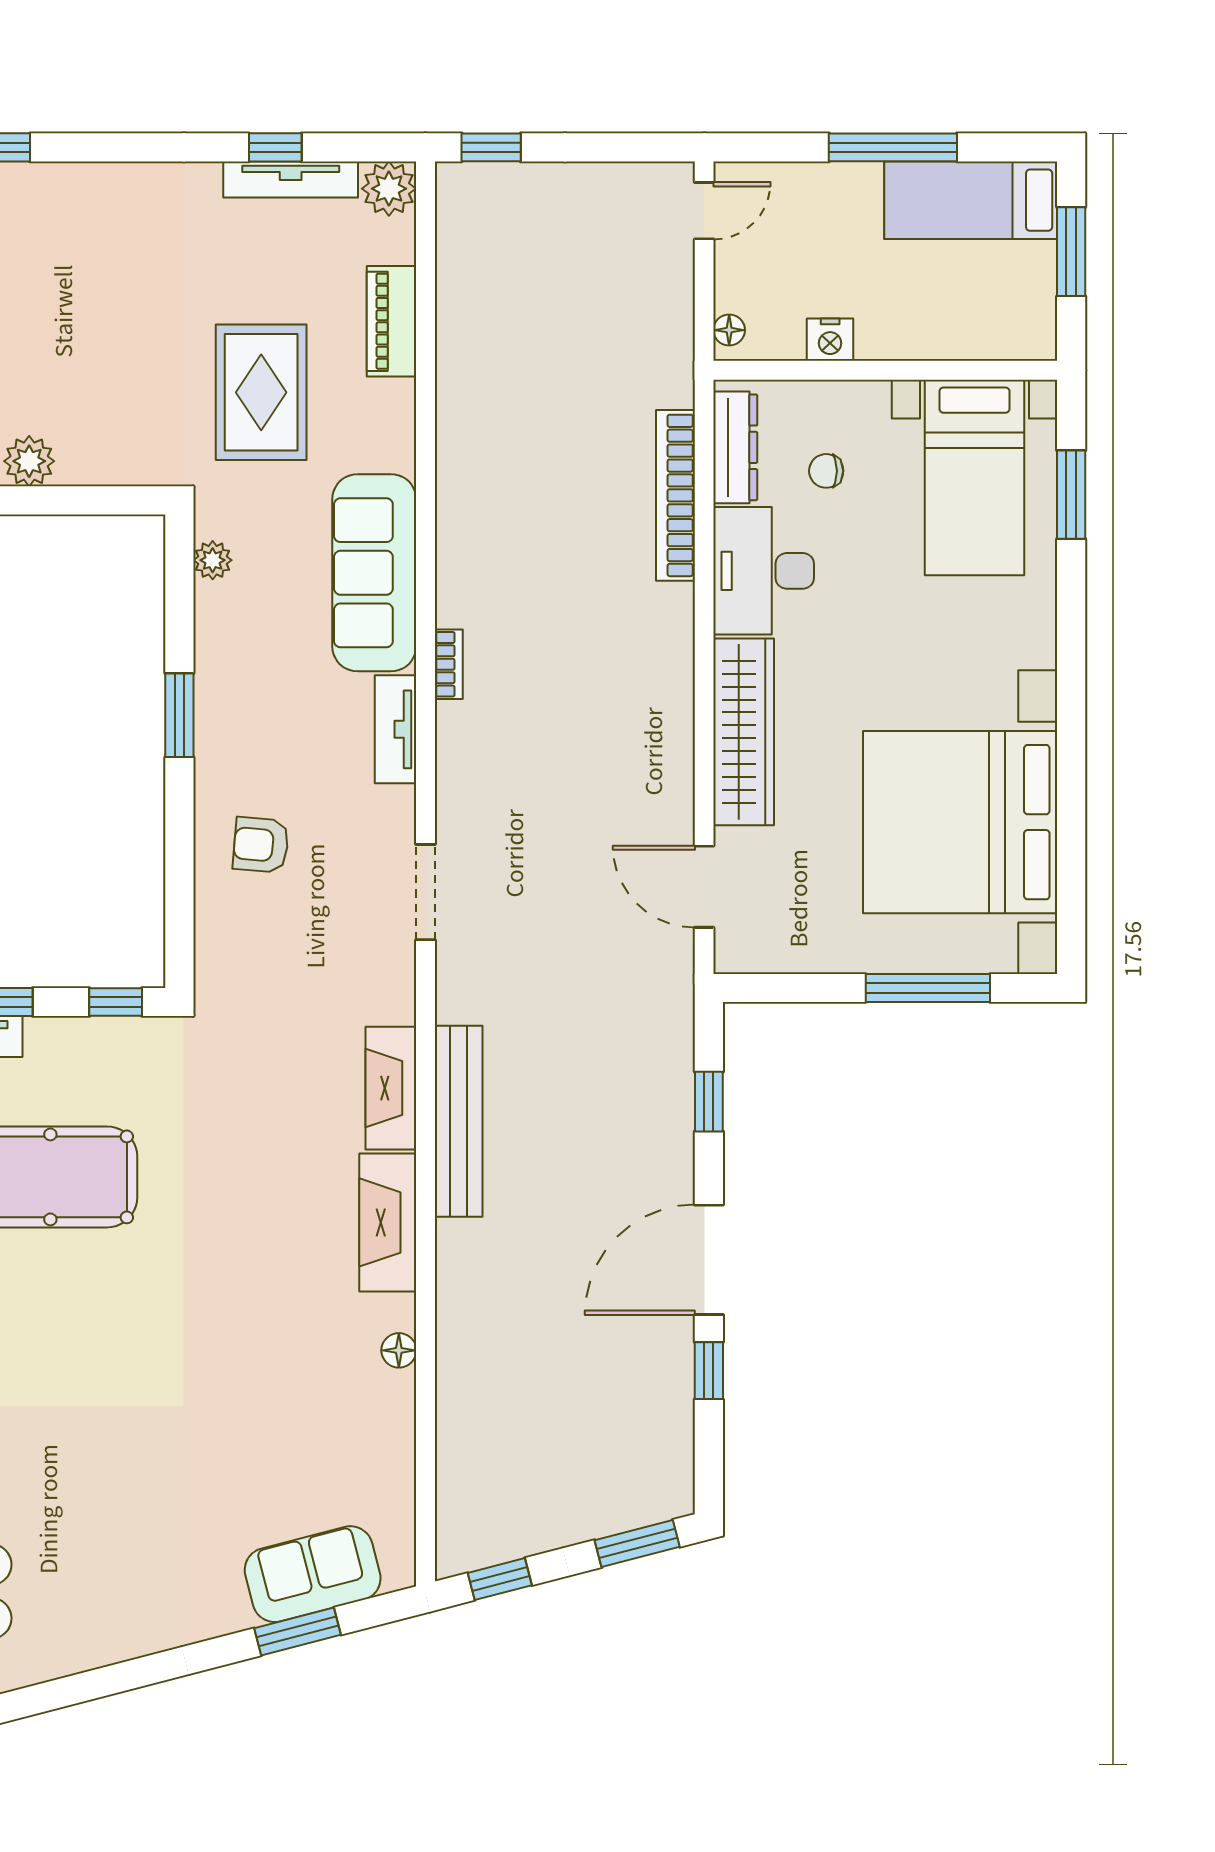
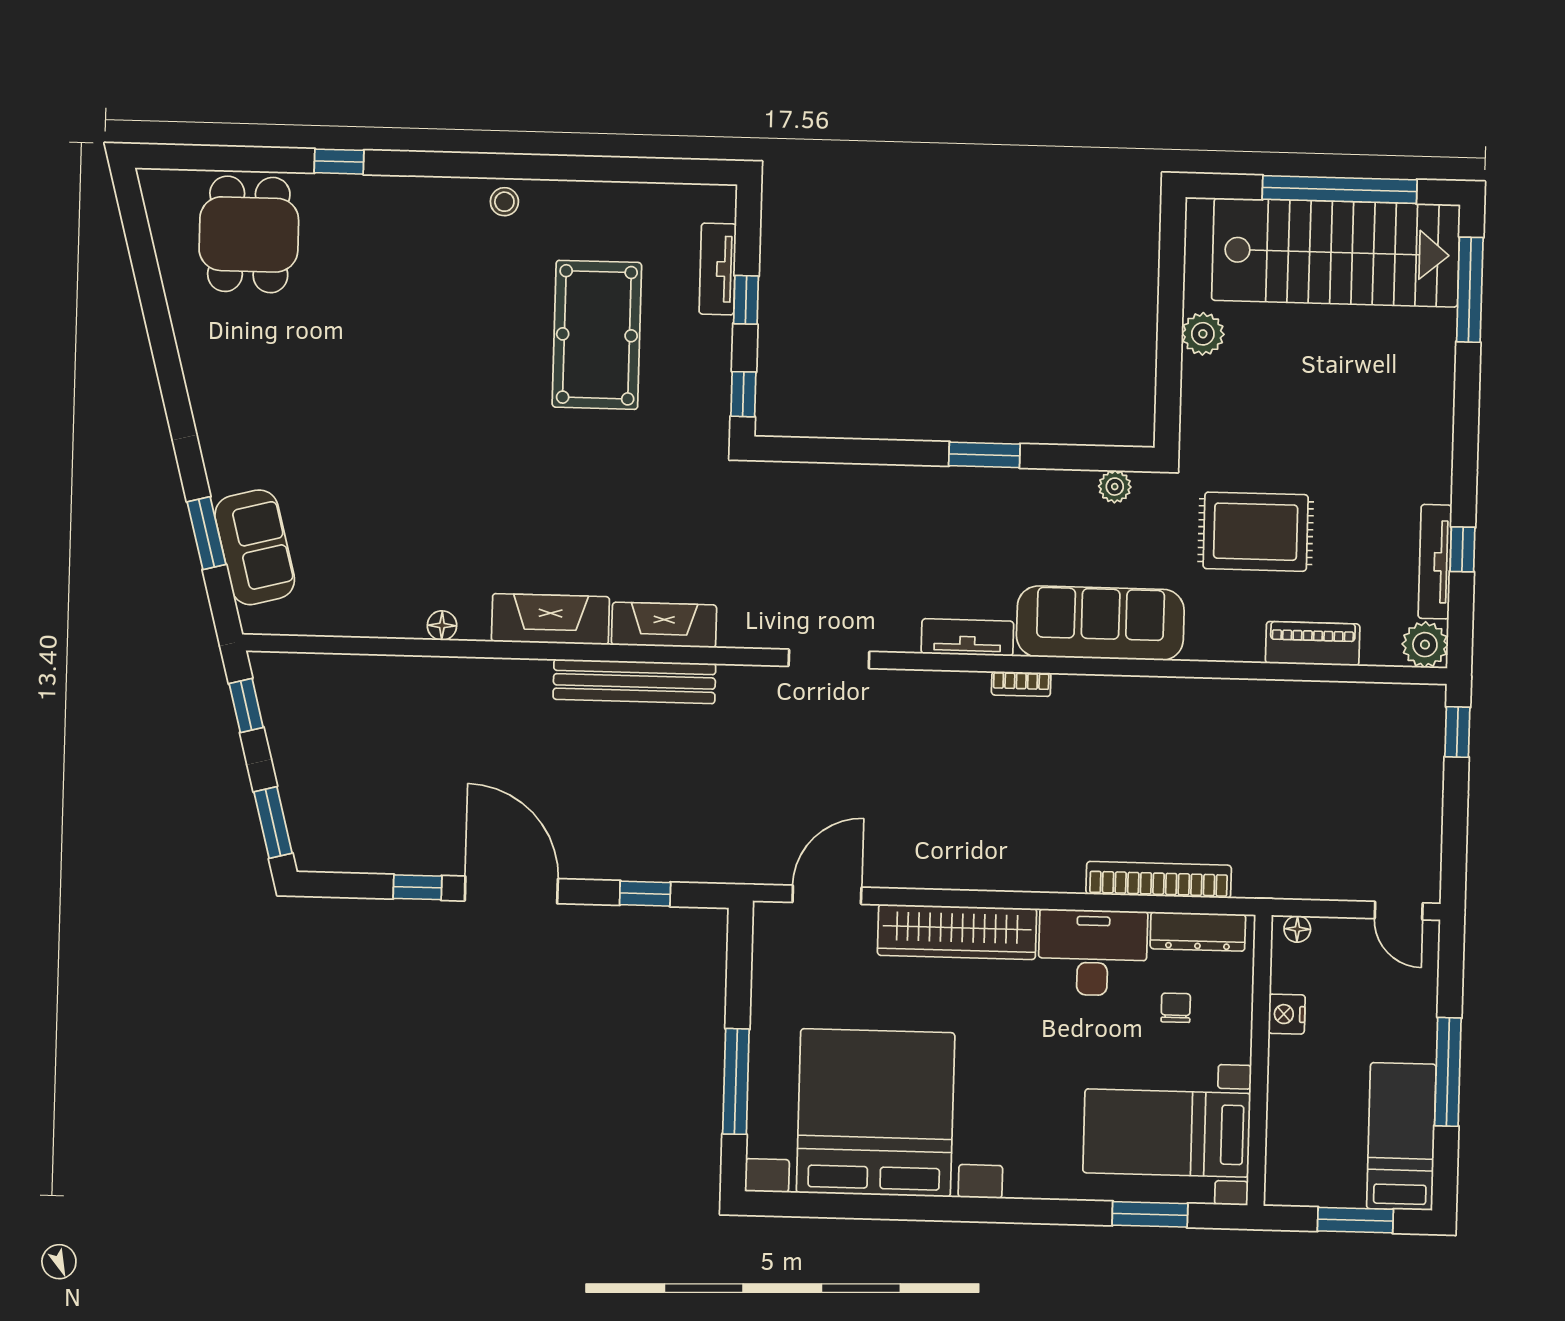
armchair: (261, 845) -> (873, 521), removed

